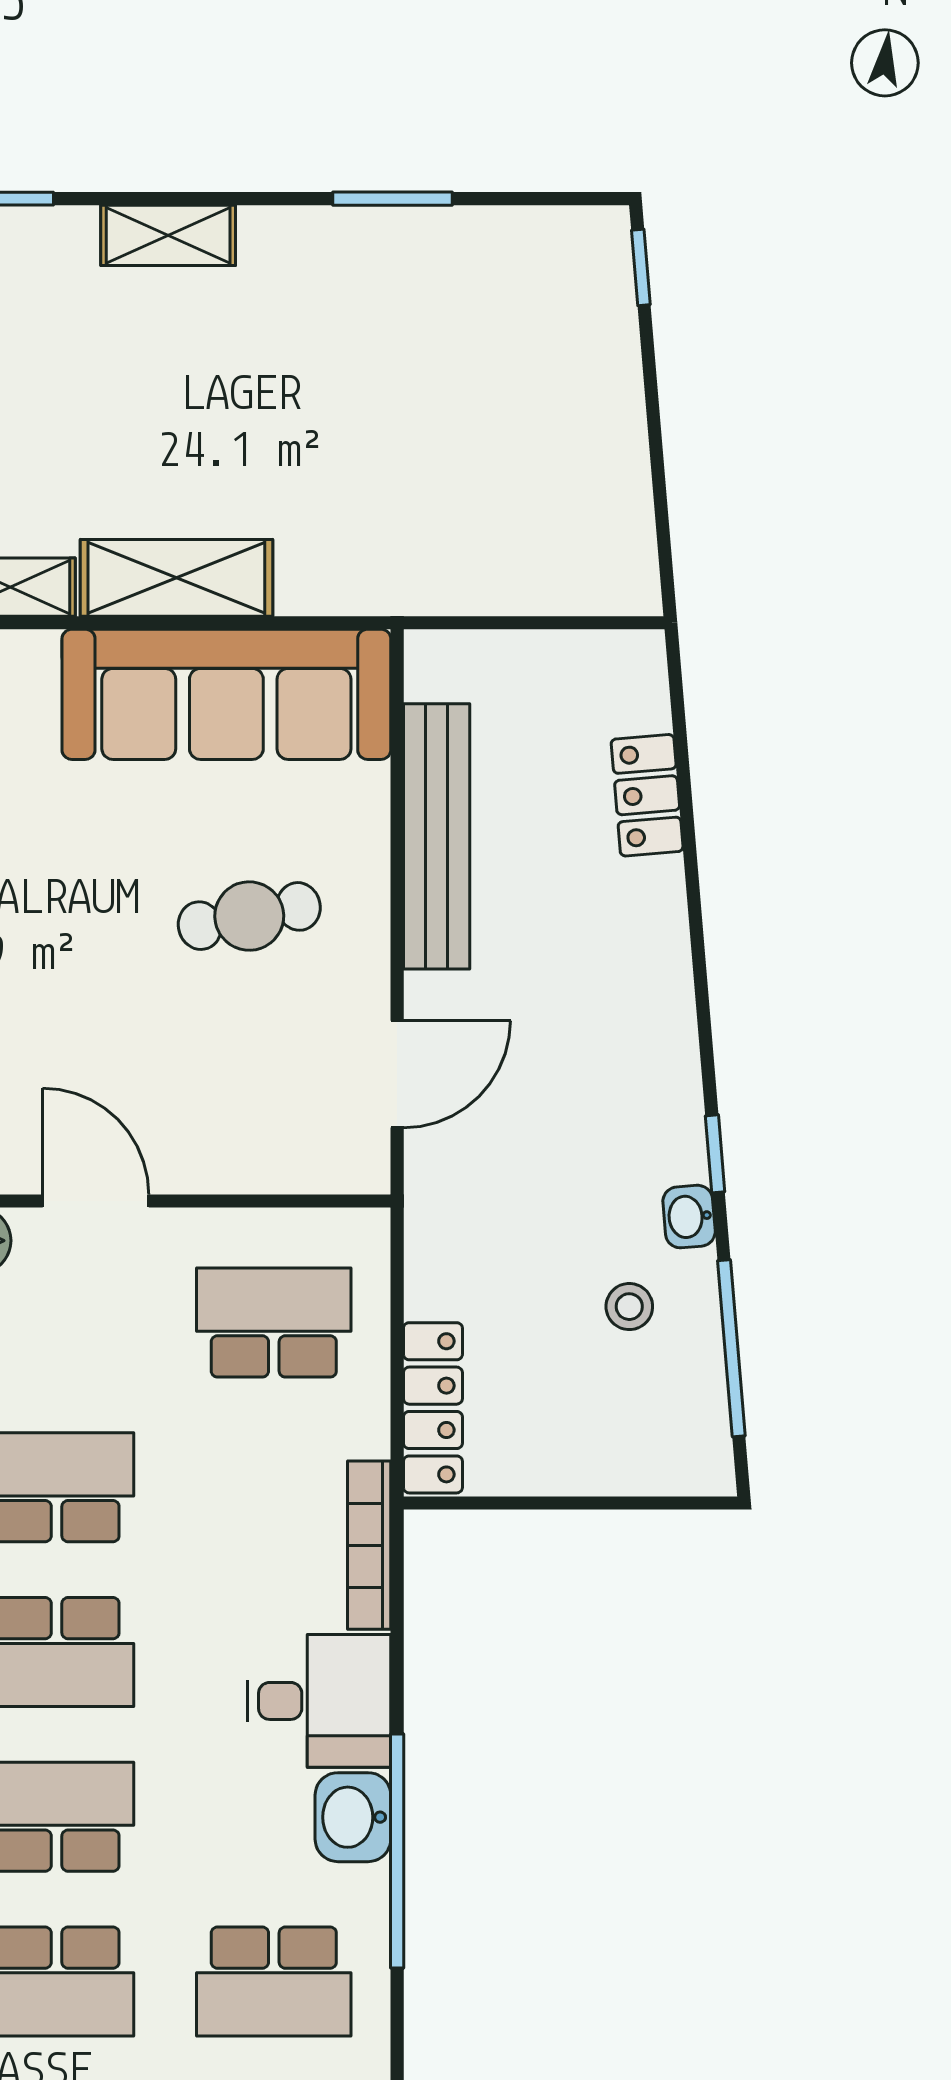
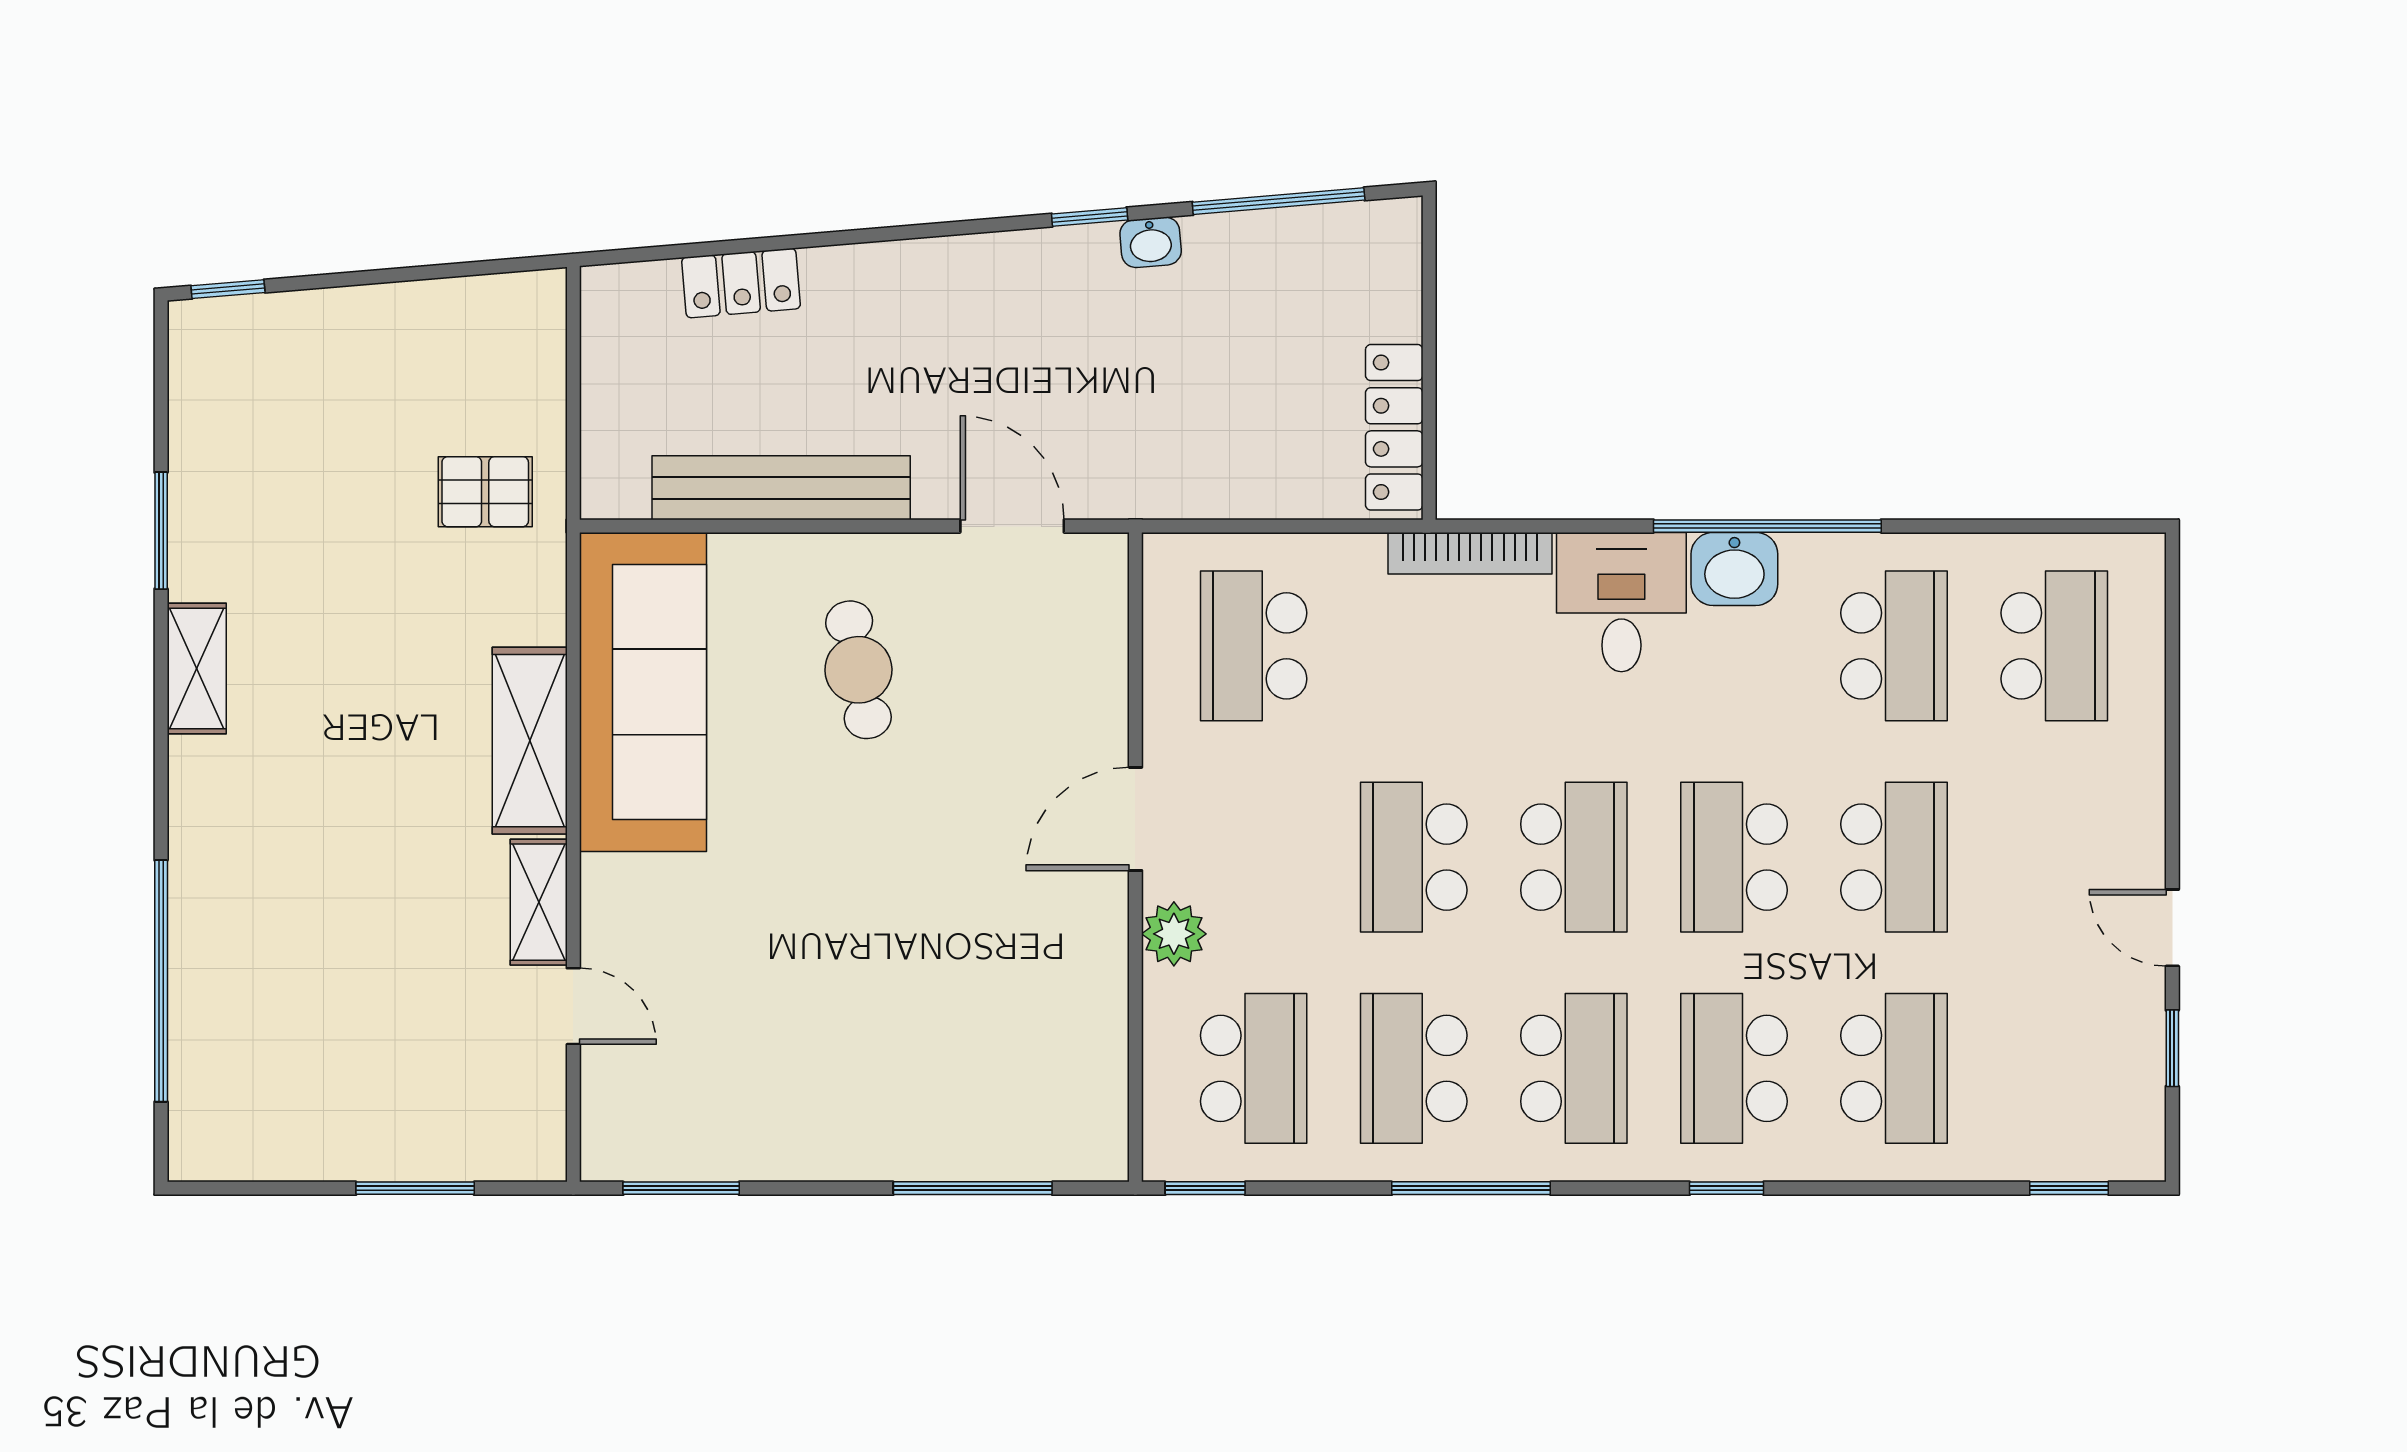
shelving: (168, 235) -> (197, 668), moved
pallet: (432, 532) -> (485, 492), added
stool: (629, 1307) -> (1238, 300), removed
locker: (433, 1408) -> (1394, 427), moved, turned -90

